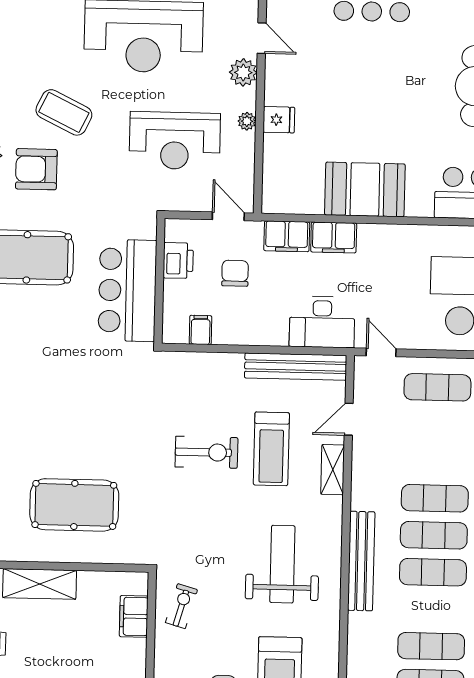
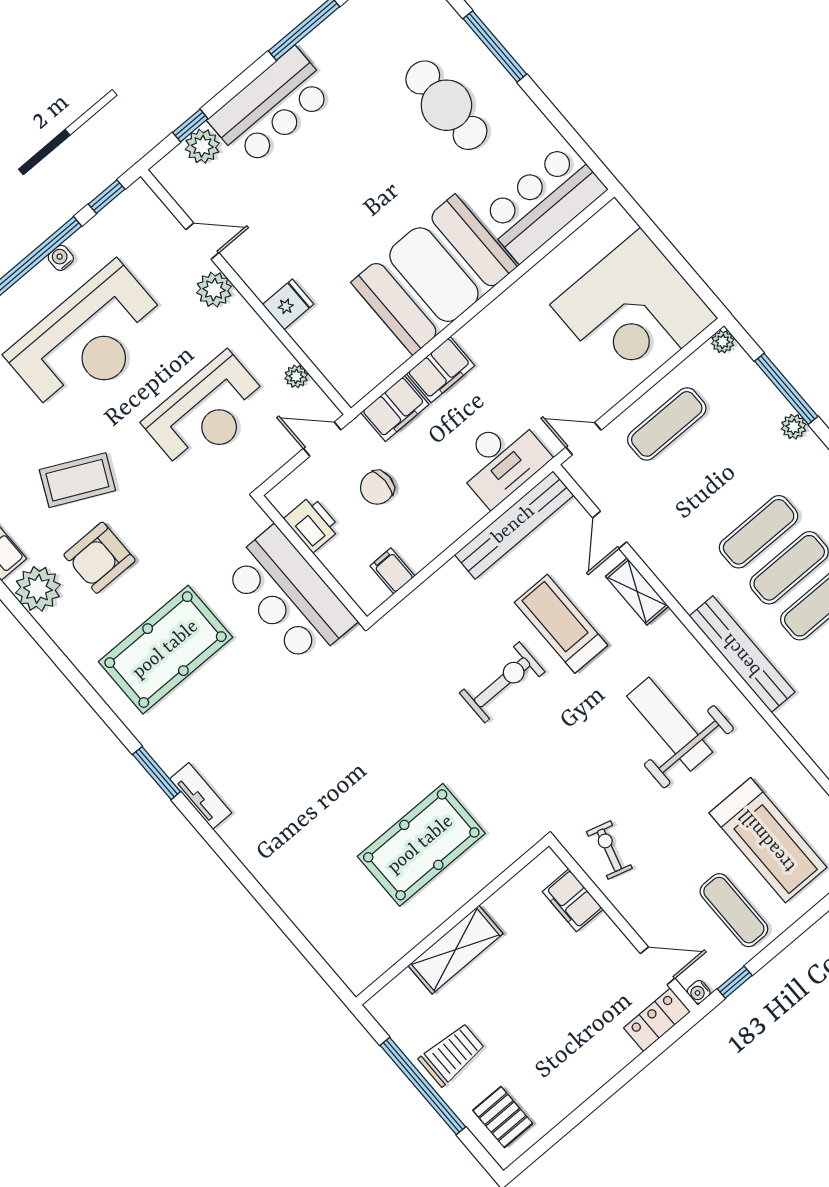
plant: (247, 121) -> (296, 376), moved
booth: (365, 189) -> (434, 275), width x1.36, depth x1.42
chair: (235, 273) -> (377, 488), turned -90
treadmill: (271, 449) -> (561, 624), turned 180

